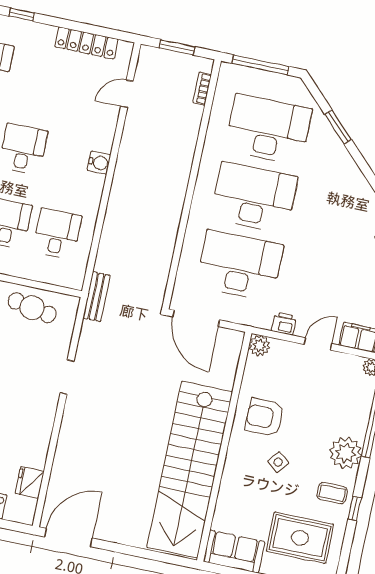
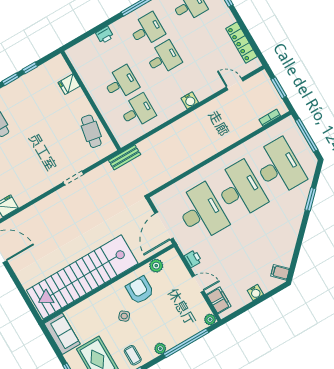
door: (196, 318) -> (164, 226), moved
plant: (259, 346) -> (156, 266), moved
plant: (346, 453) -> (160, 349), width x0.53, depth x0.53

